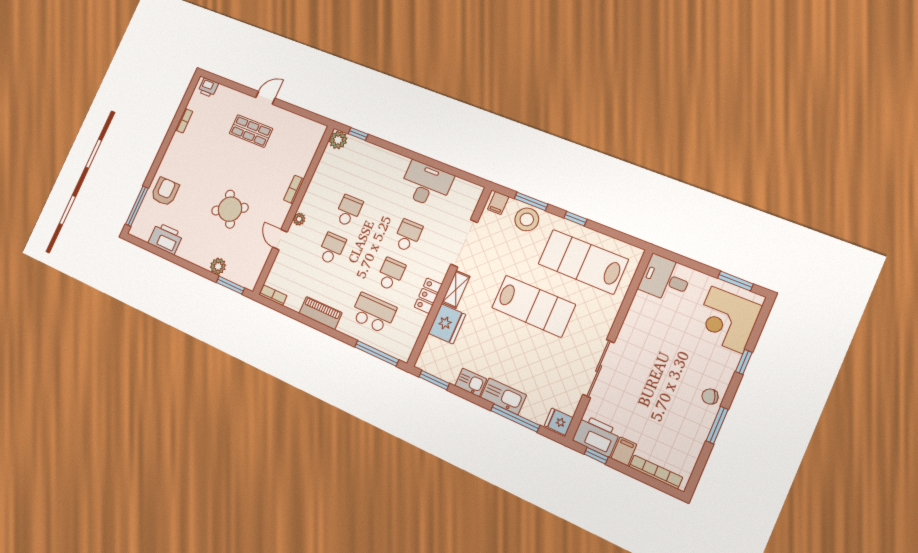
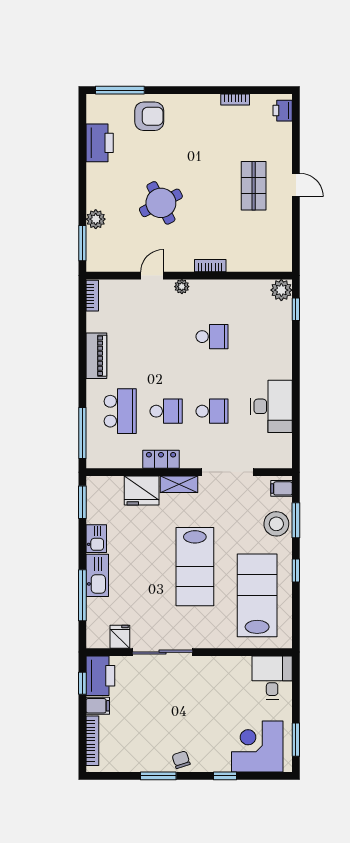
school desk: (332, 248) -> (166, 337), removed
fridge: (559, 422) -> (120, 637), moved

